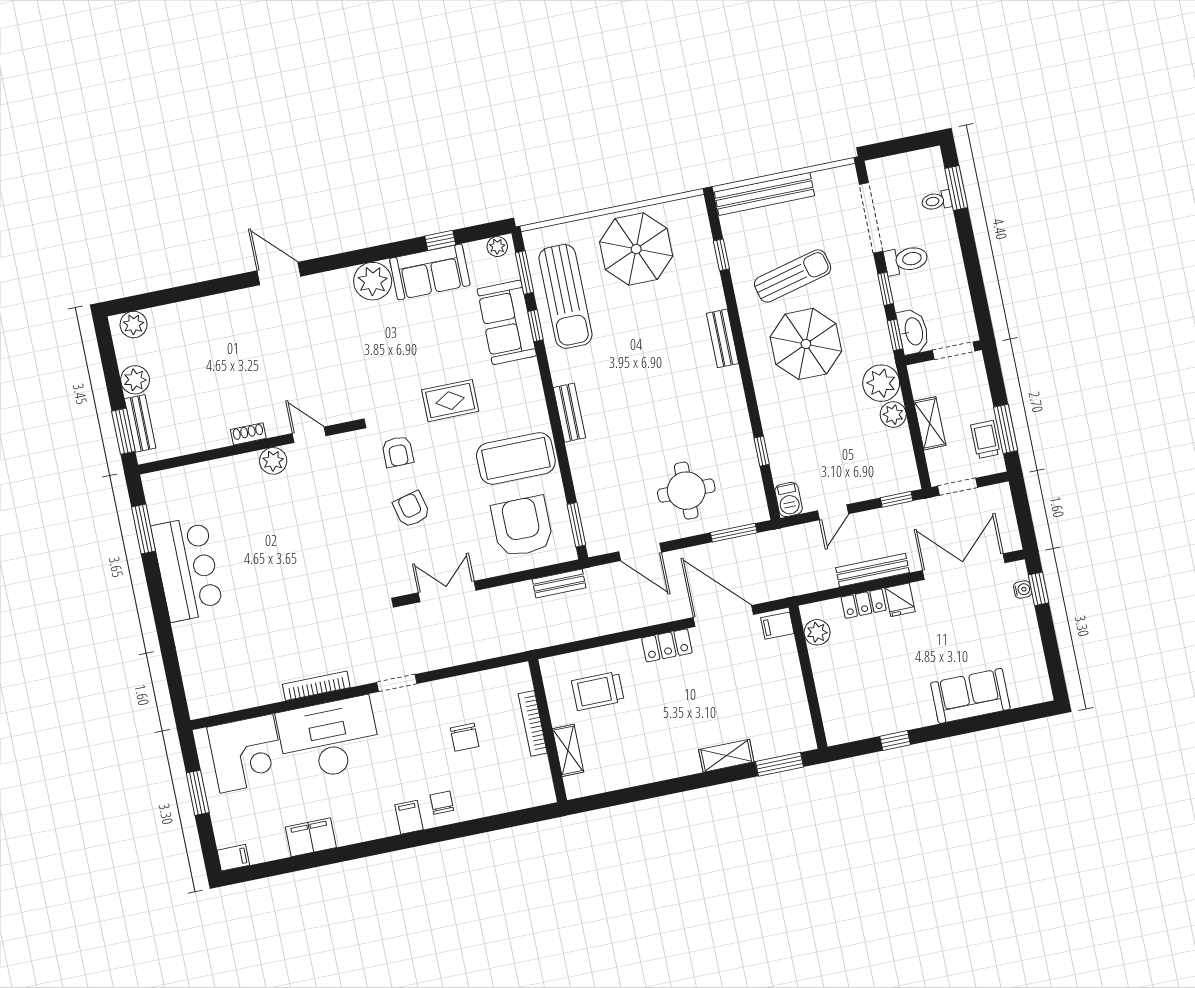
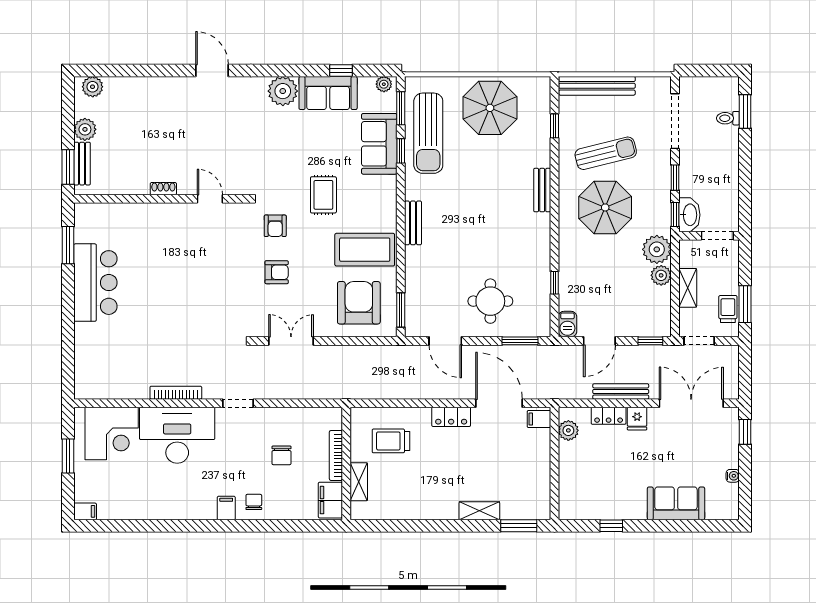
toilet: (906, 260) -> (695, 159), removed
rug: (450, 401) -> (323, 195), turned 90
plant: (273, 461) -> (178, 213), removed
armchair: (411, 509) -> (277, 272), turned 104
door: (833, 512) -> (599, 341), width x1.38
bench: (559, 584) -> (378, 352), removed
water cooler: (1023, 589) -> (733, 476), moved
filing cabinet: (311, 837) -> (330, 500), moved, turned -90

